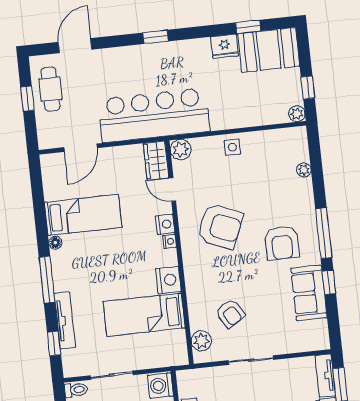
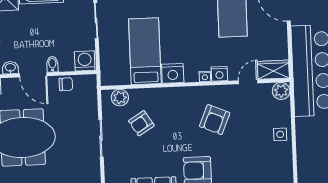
armchair: (220, 226) -> (215, 120), width x0.73, depth x0.73

